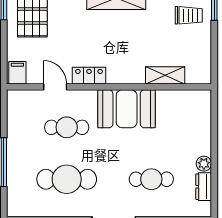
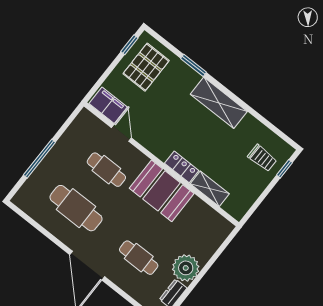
filing cabinet: (17, 73) -> (108, 105), width x2.00
locker: (89, 76) -> (182, 167), moved
plant: (204, 164) -> (186, 268), width x1.88, depth x1.88

